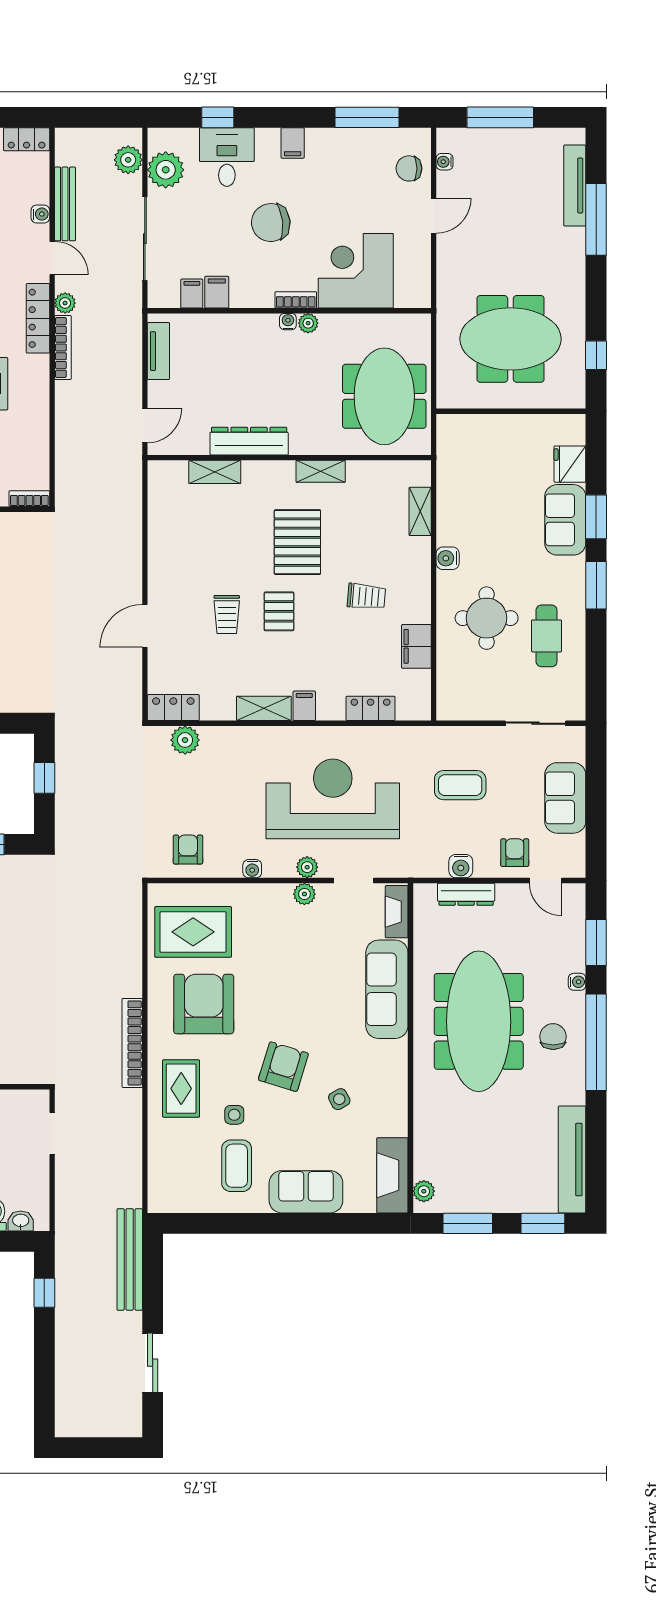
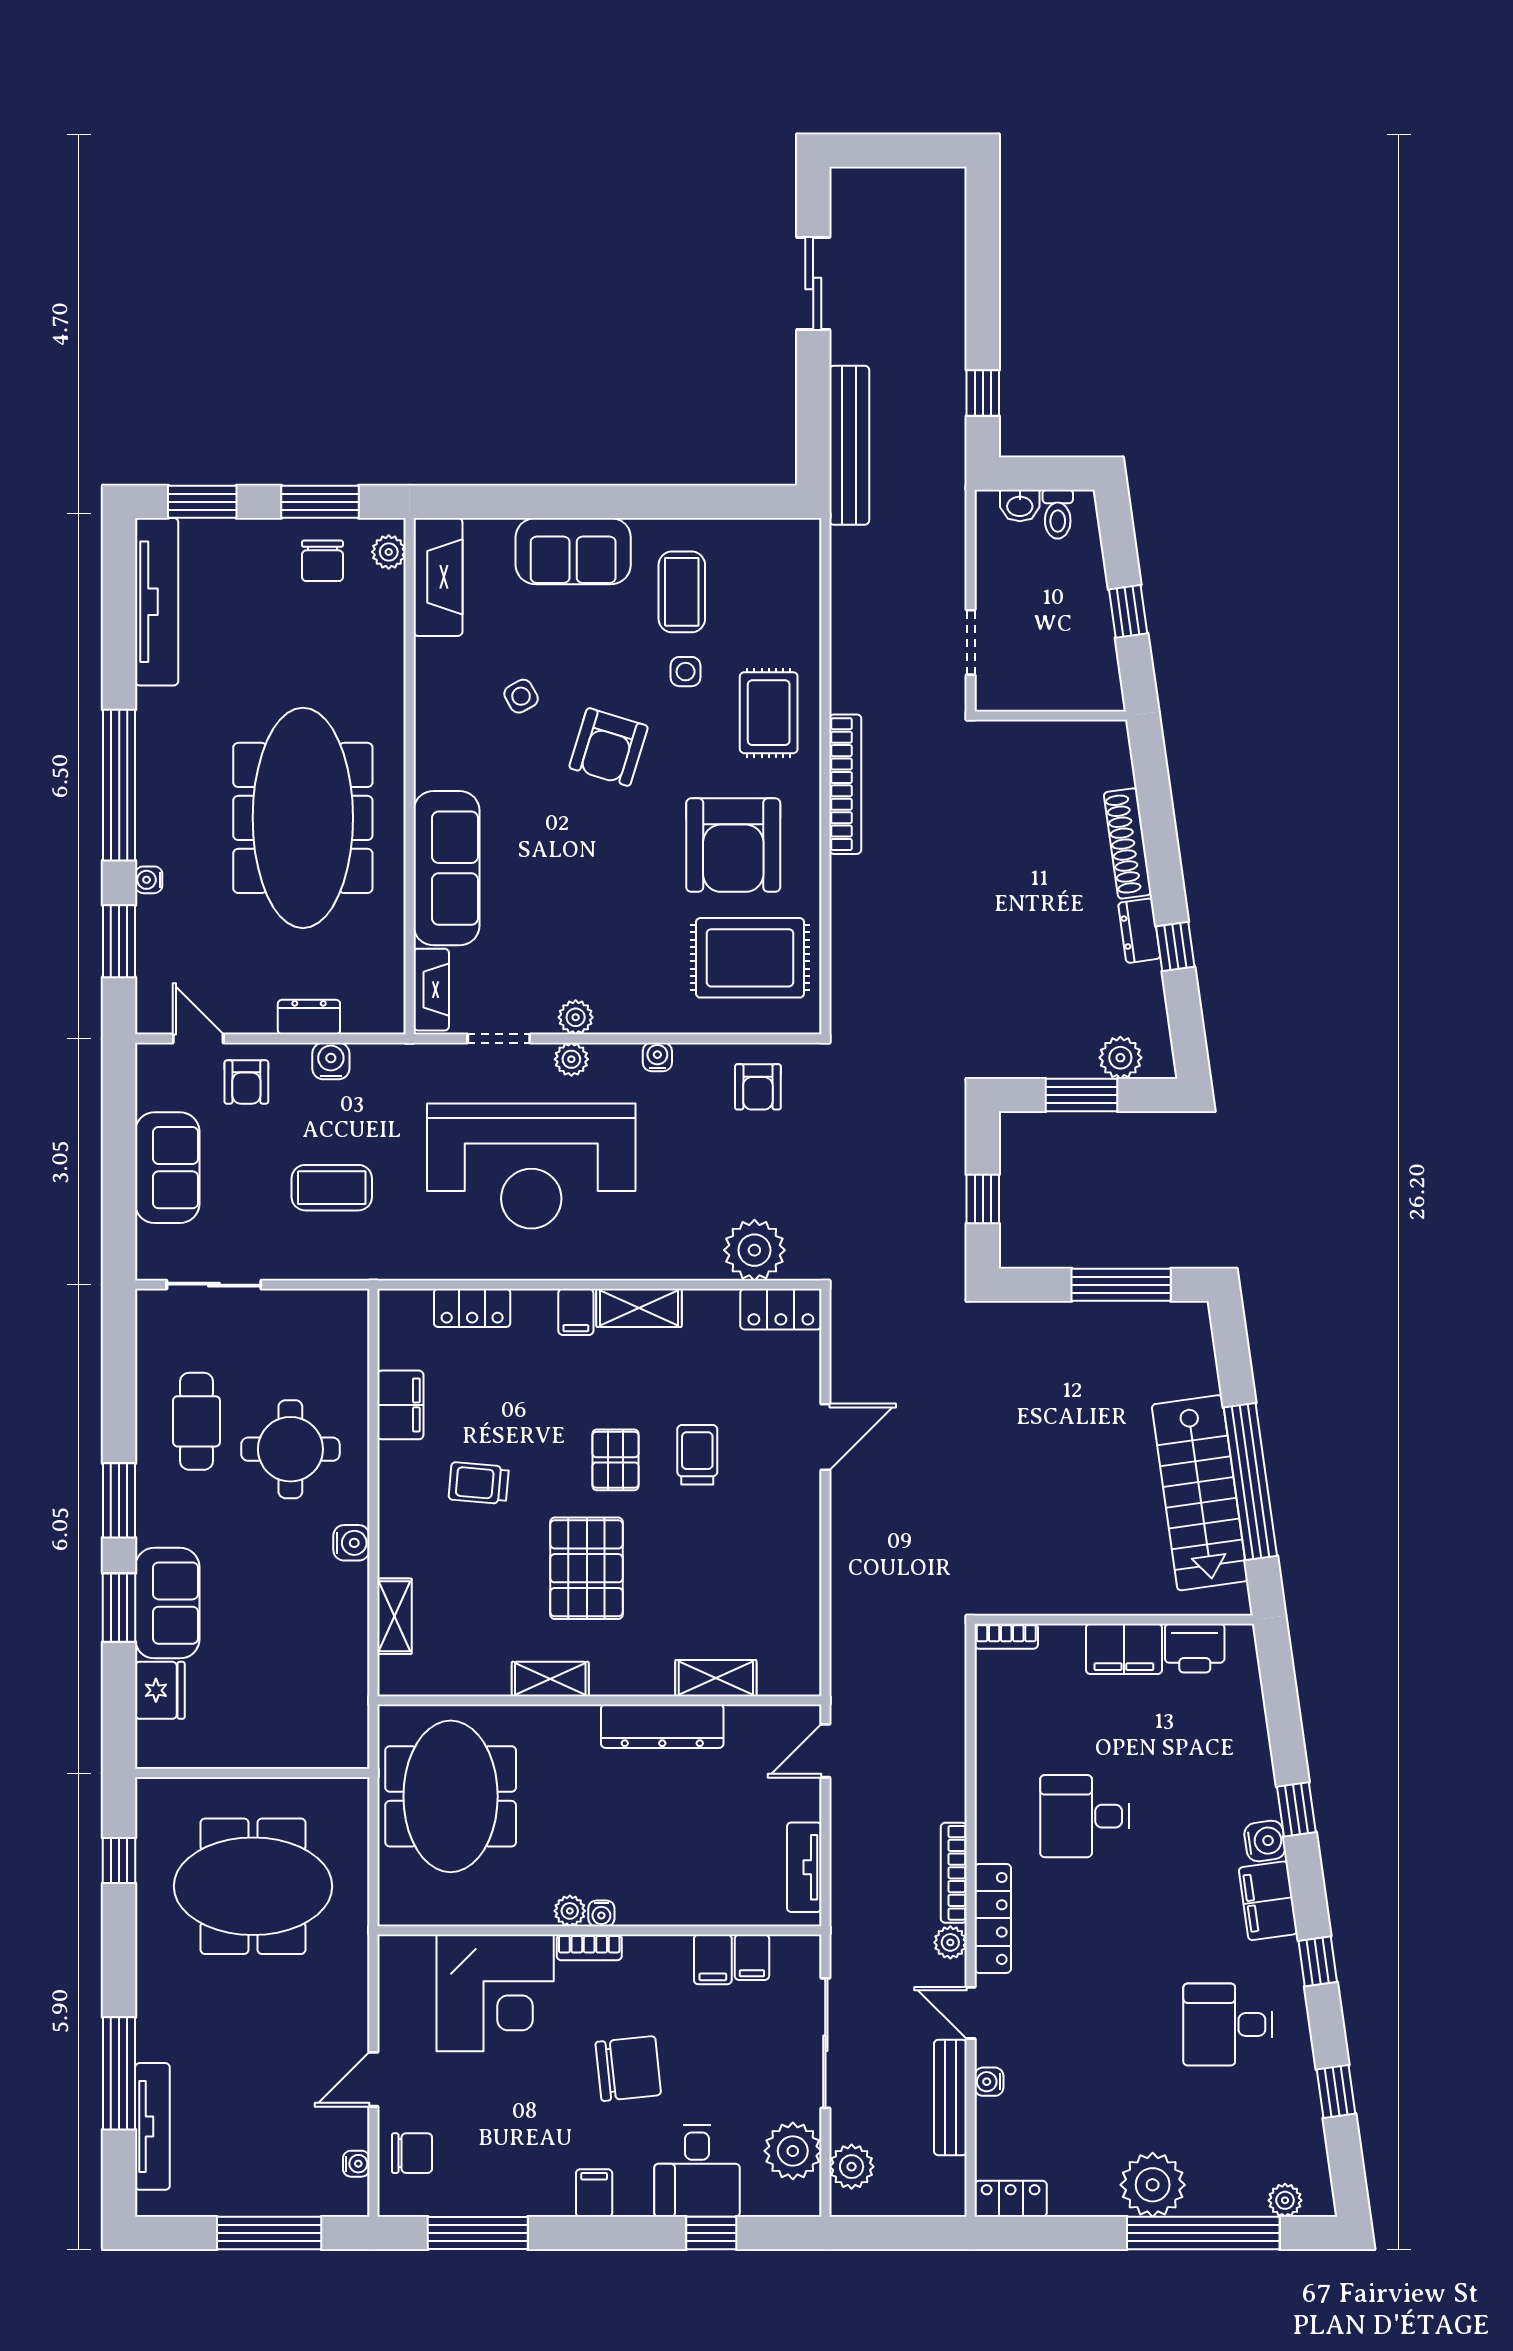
plant: (185, 740) -> (754, 1250), width x1.36, depth x1.36
dresser: (466, 894) -> (309, 1017), width x0.70
chair: (553, 1037) -> (322, 561), moved

